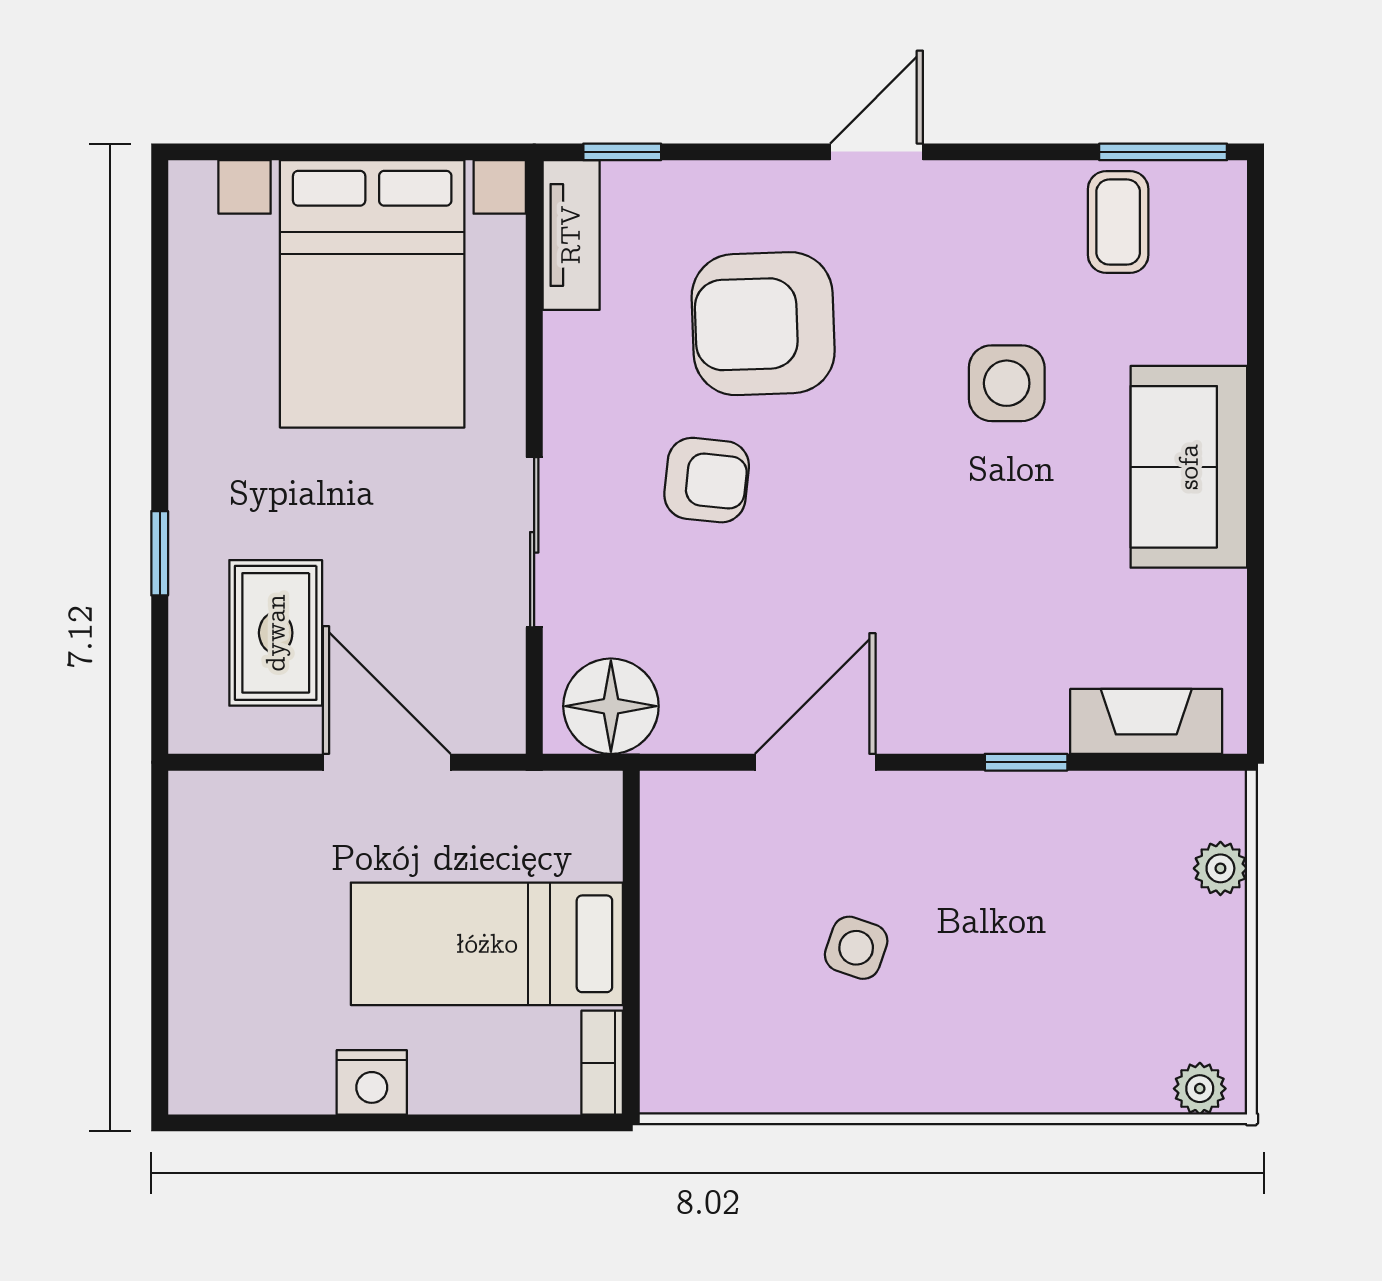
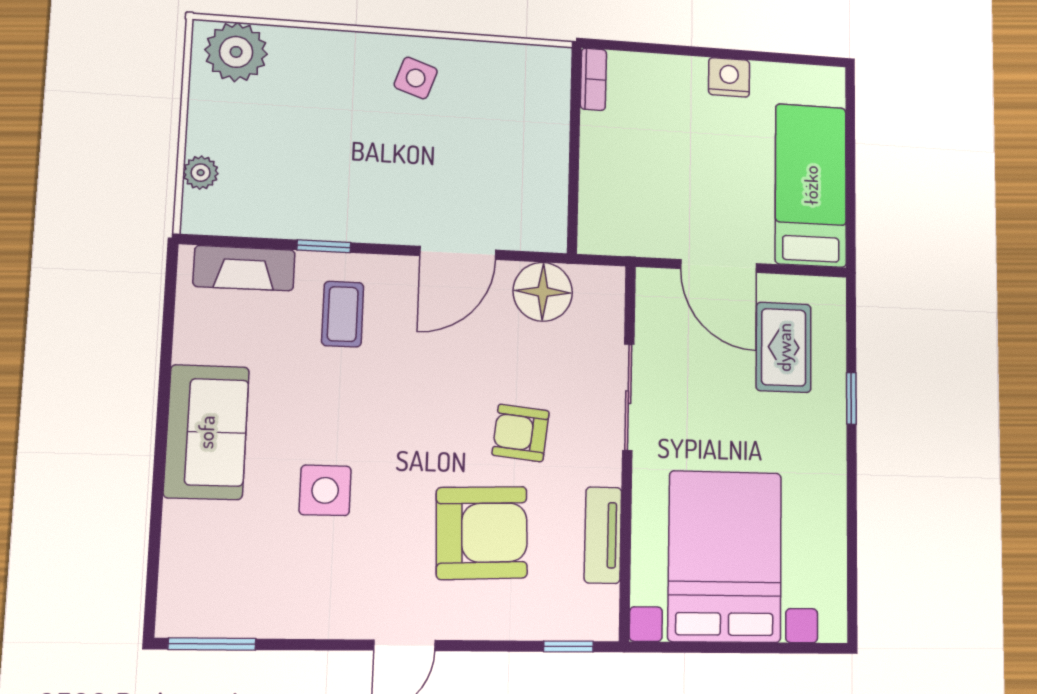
coffee table: (1118, 222) -> (343, 314), moved
tv unit: (571, 235) -> (603, 535), moved
floor lamp: (611, 706) -> (543, 292), moved
bed: (487, 944) -> (811, 185), moved, turned -90
side table: (856, 948) -> (416, 78), moved
plant: (1200, 1089) -> (236, 52), width x1.87, depth x1.87

